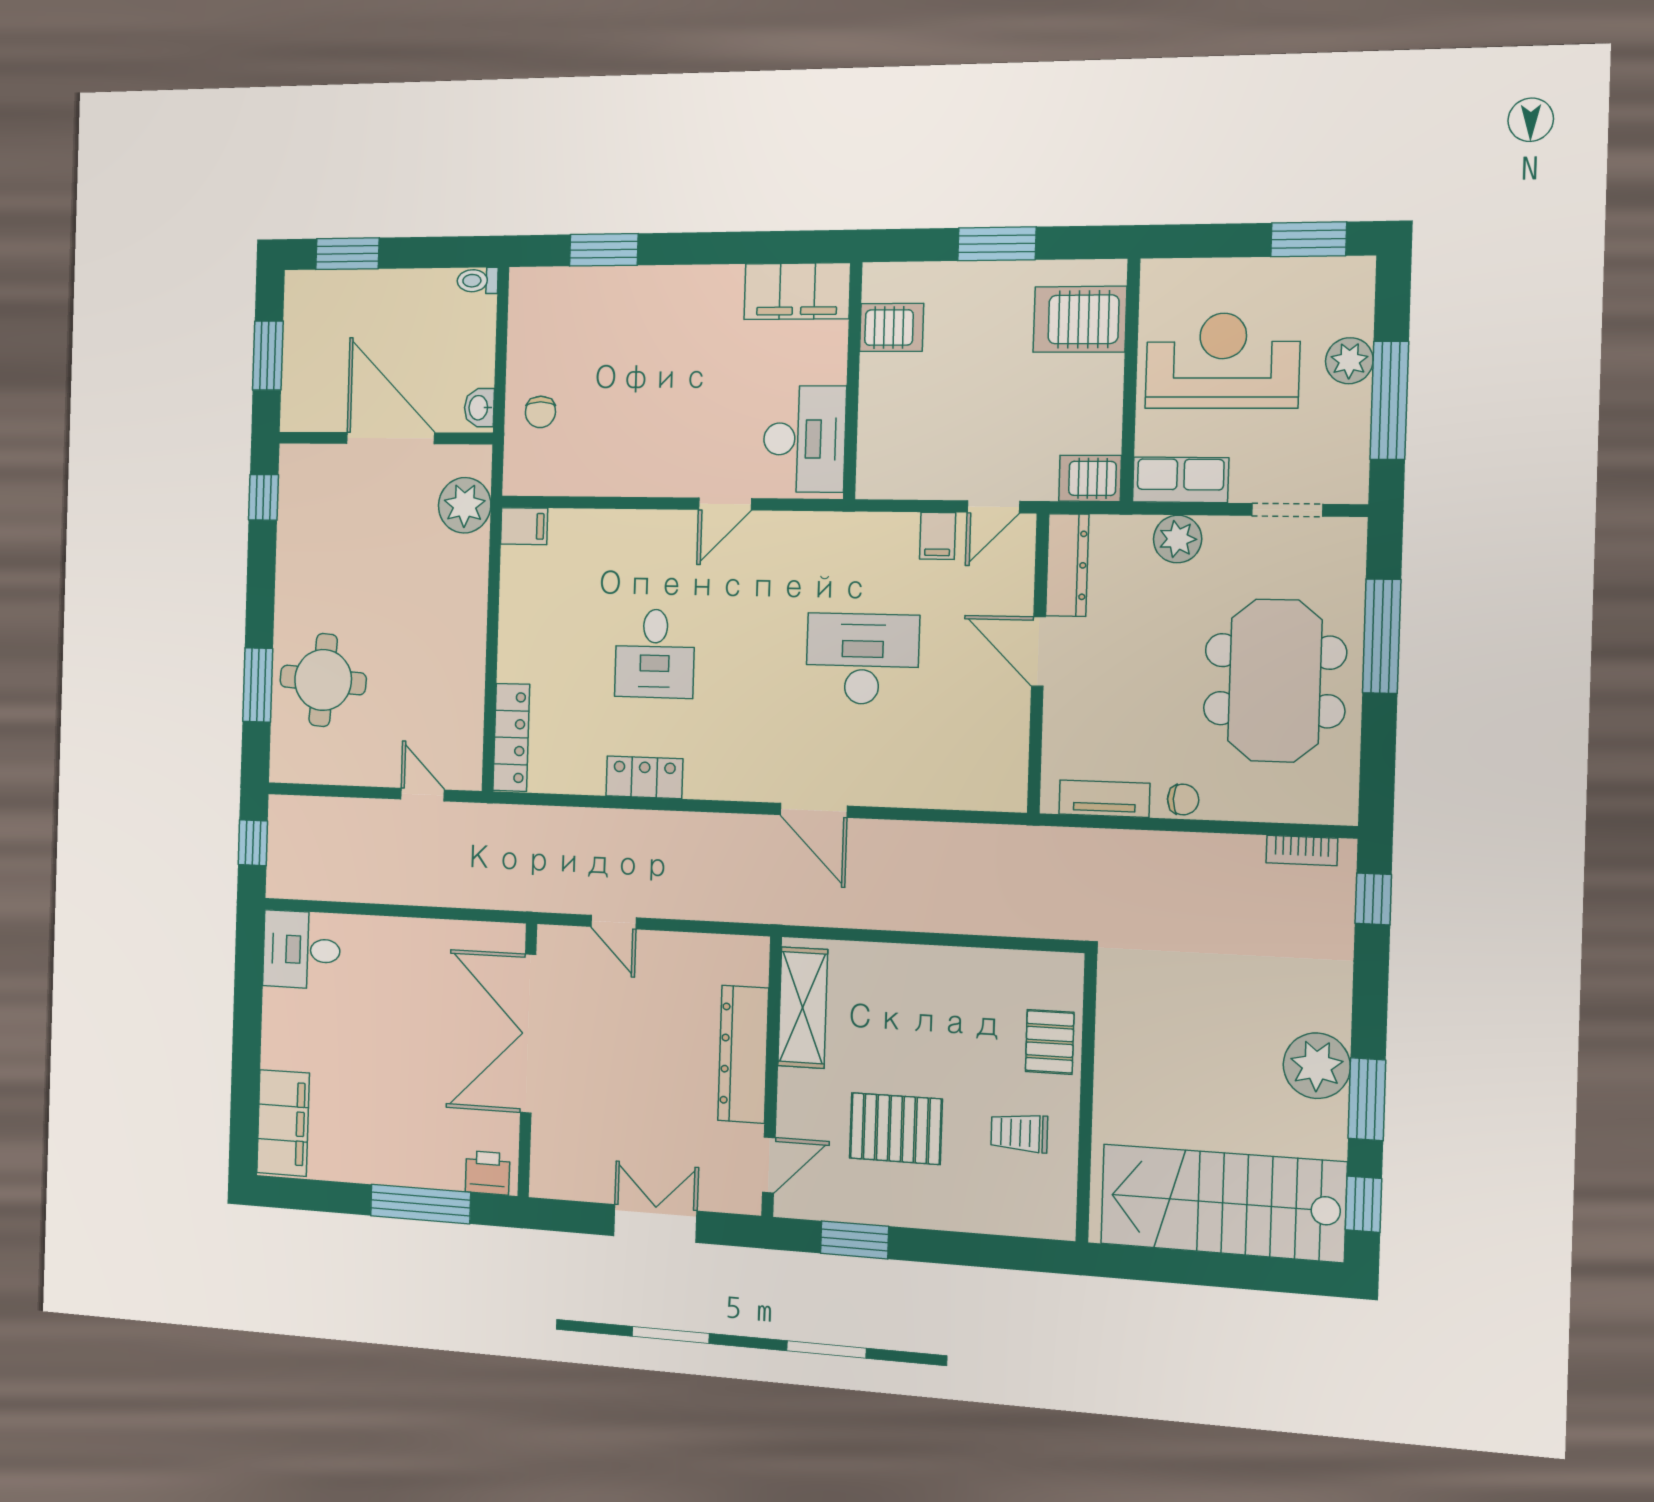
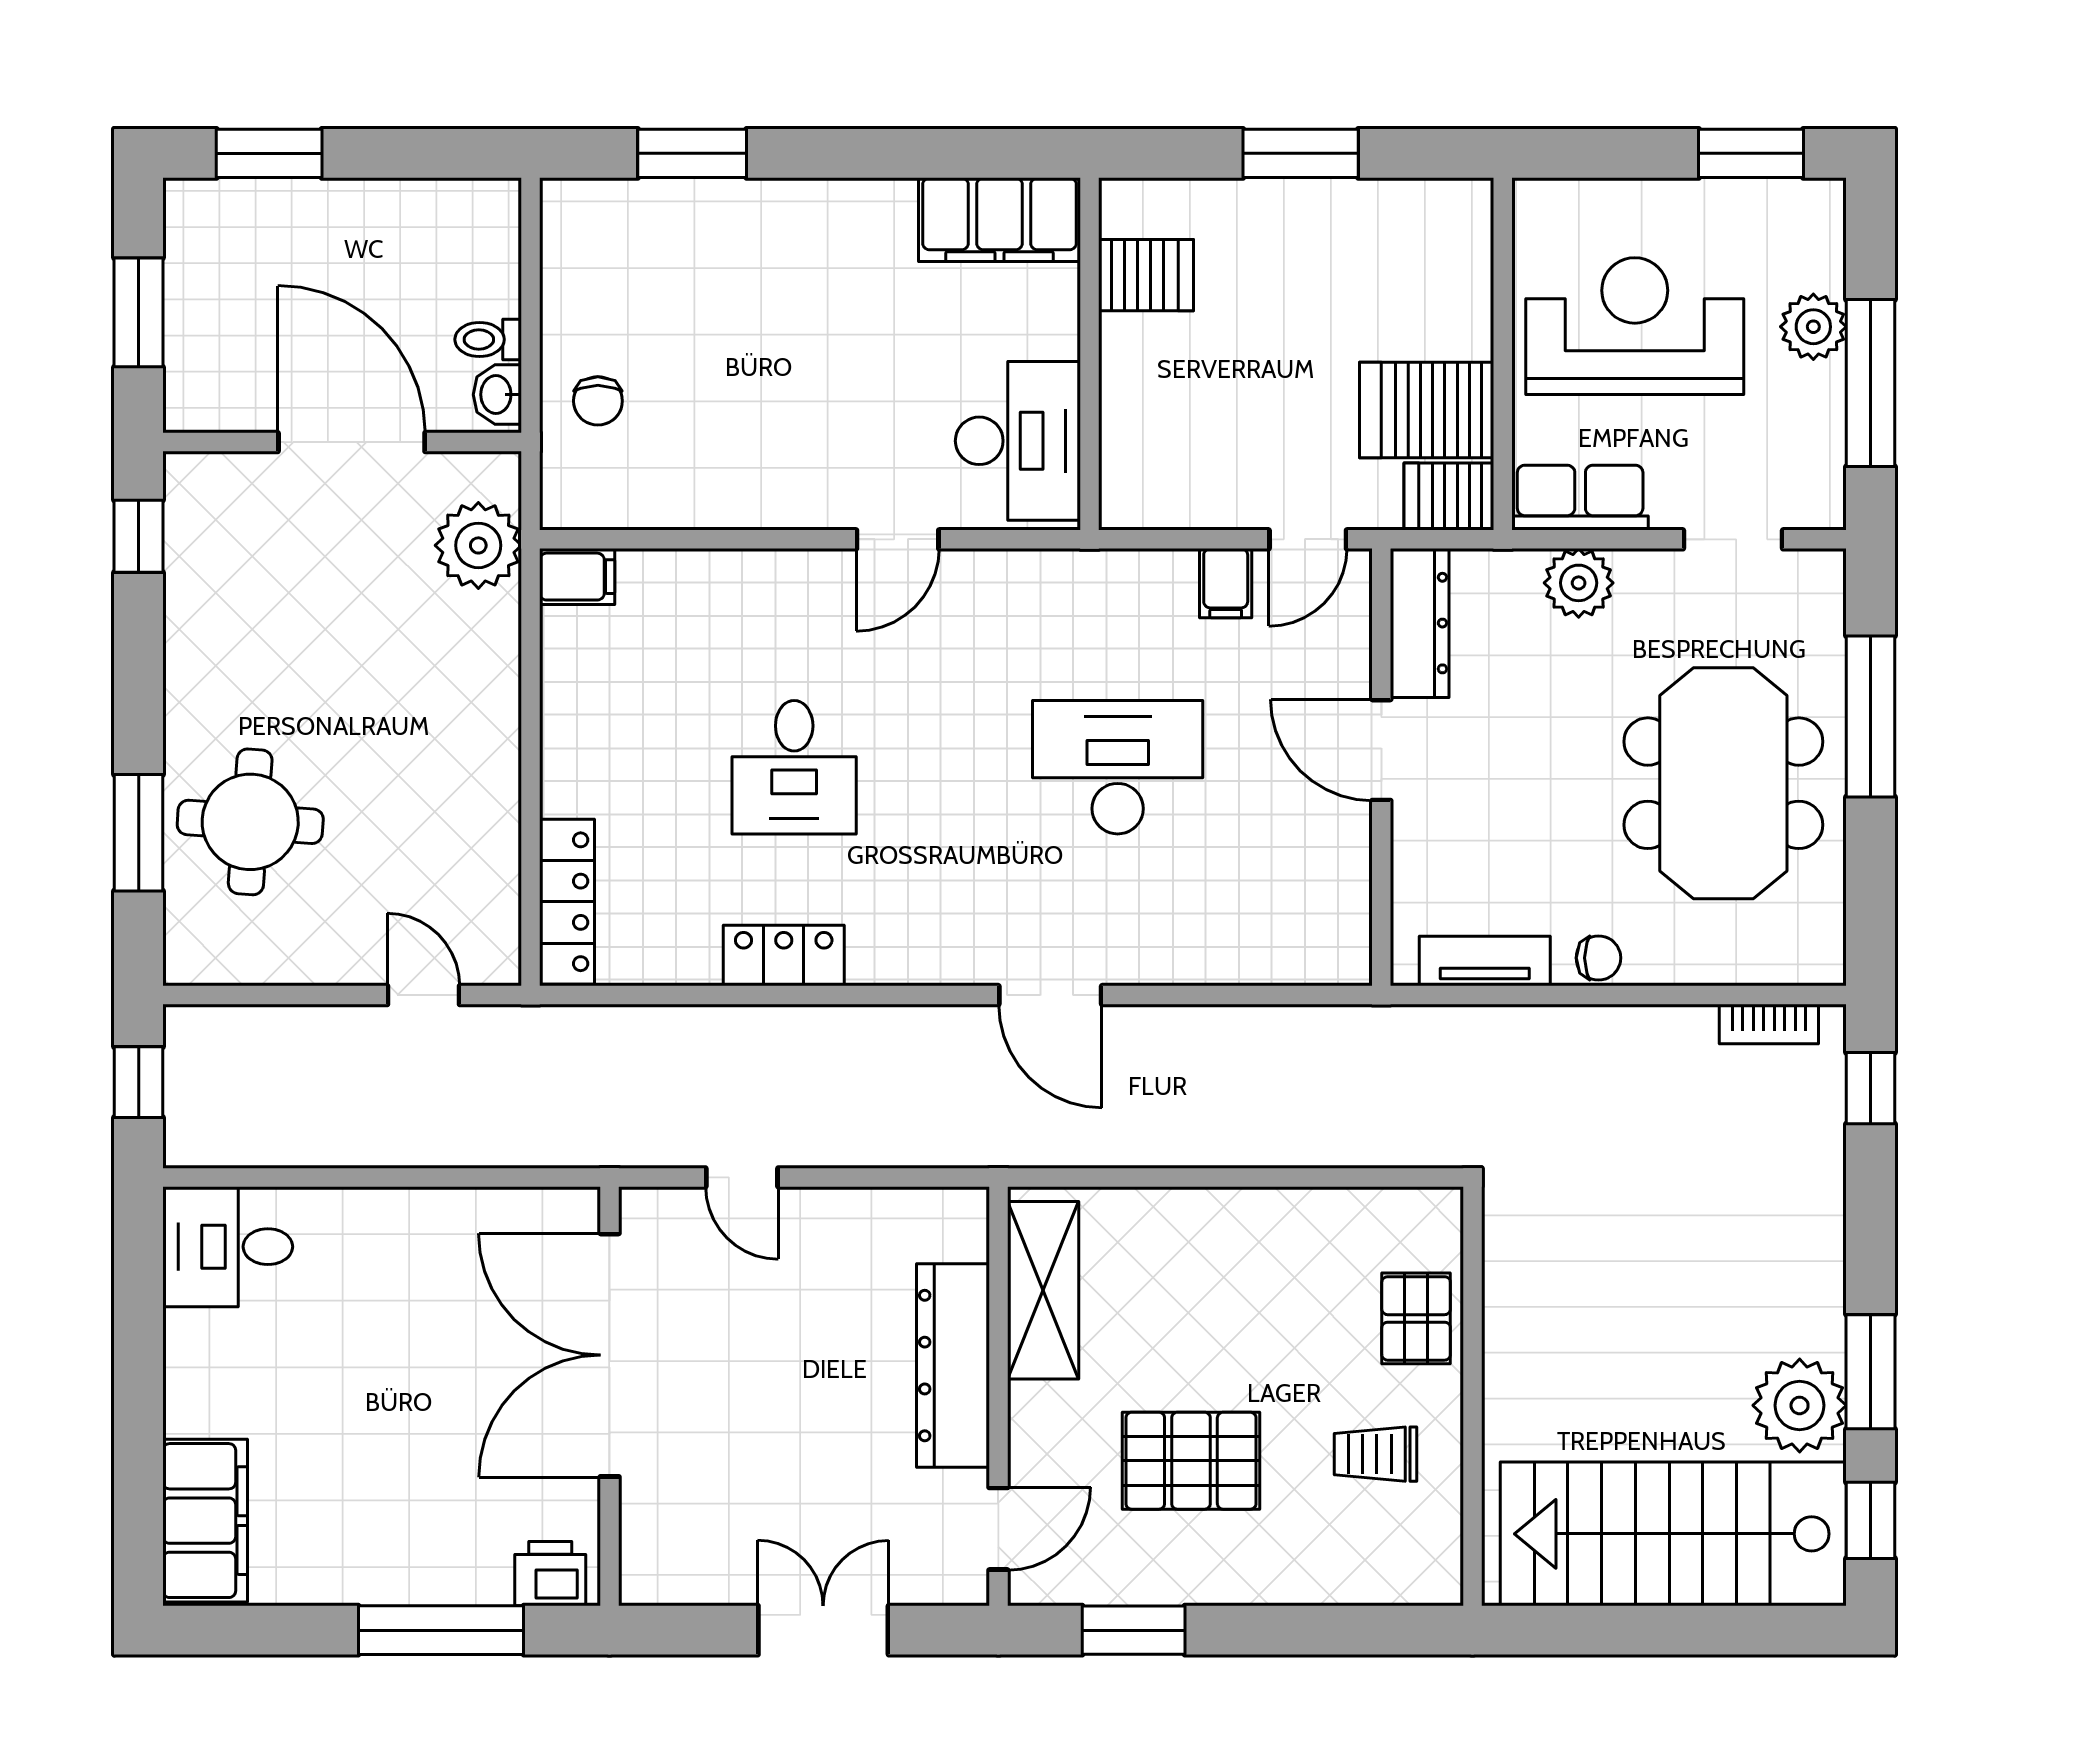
toilet: (478, 281) -> (488, 339), moved
server rack: (1080, 319) -> (1427, 410), moved
plant: (1317, 1066) -> (1800, 1405), moved

